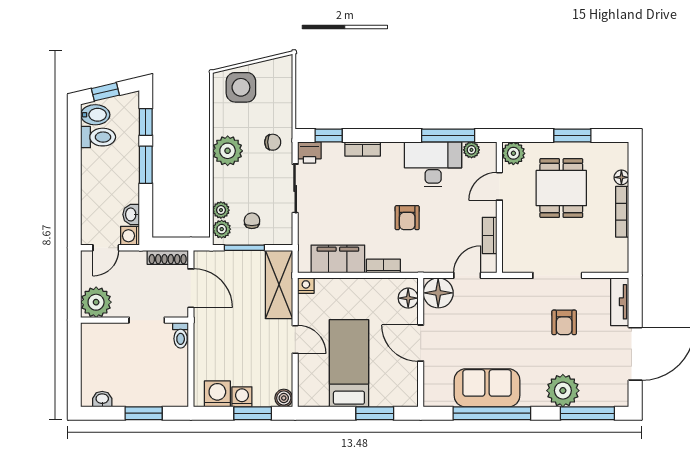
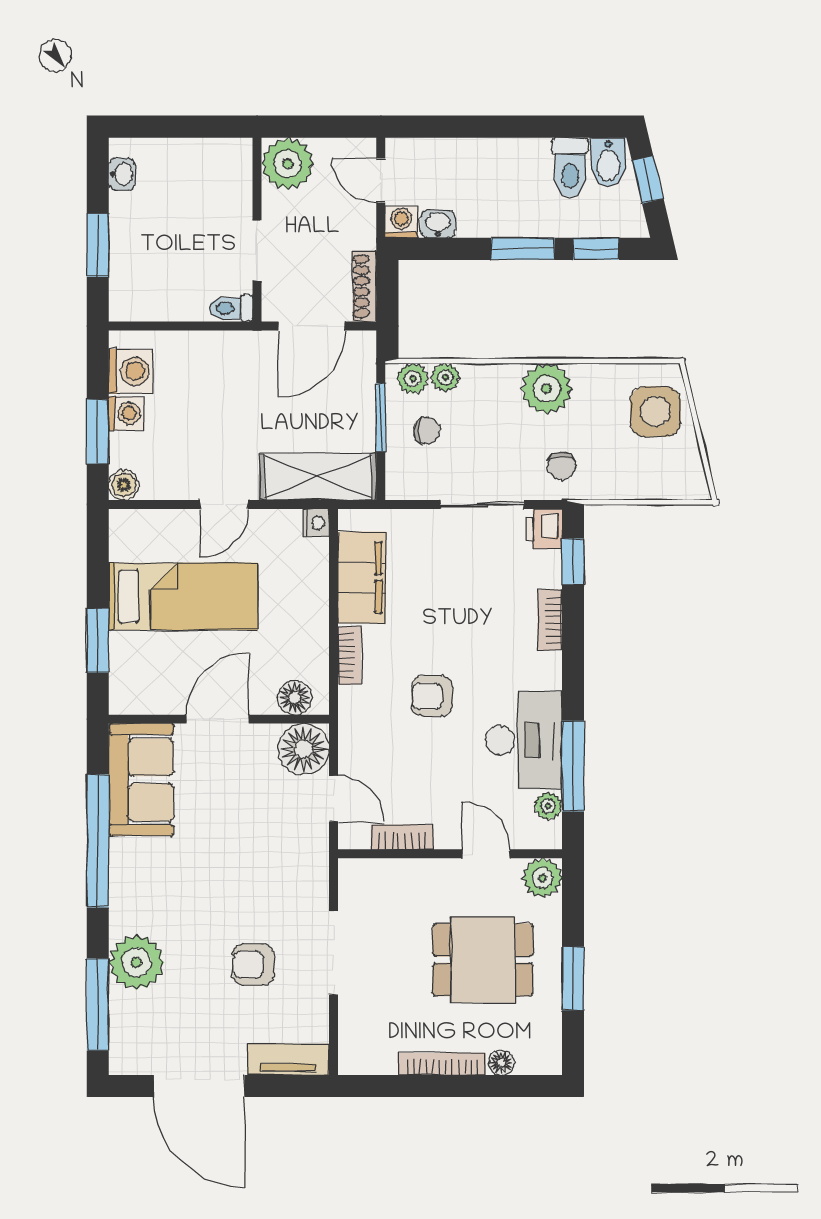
sofa: (487, 388) -> (141, 780), moved

